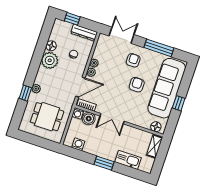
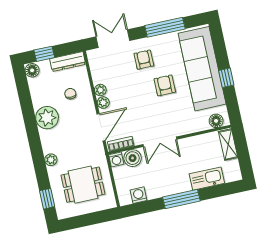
floor lamp: (51, 46) -> (32, 70), moved
window: (25, 93) -> (47, 199), moved
window: (104, 163) -> (181, 199), width x1.44

